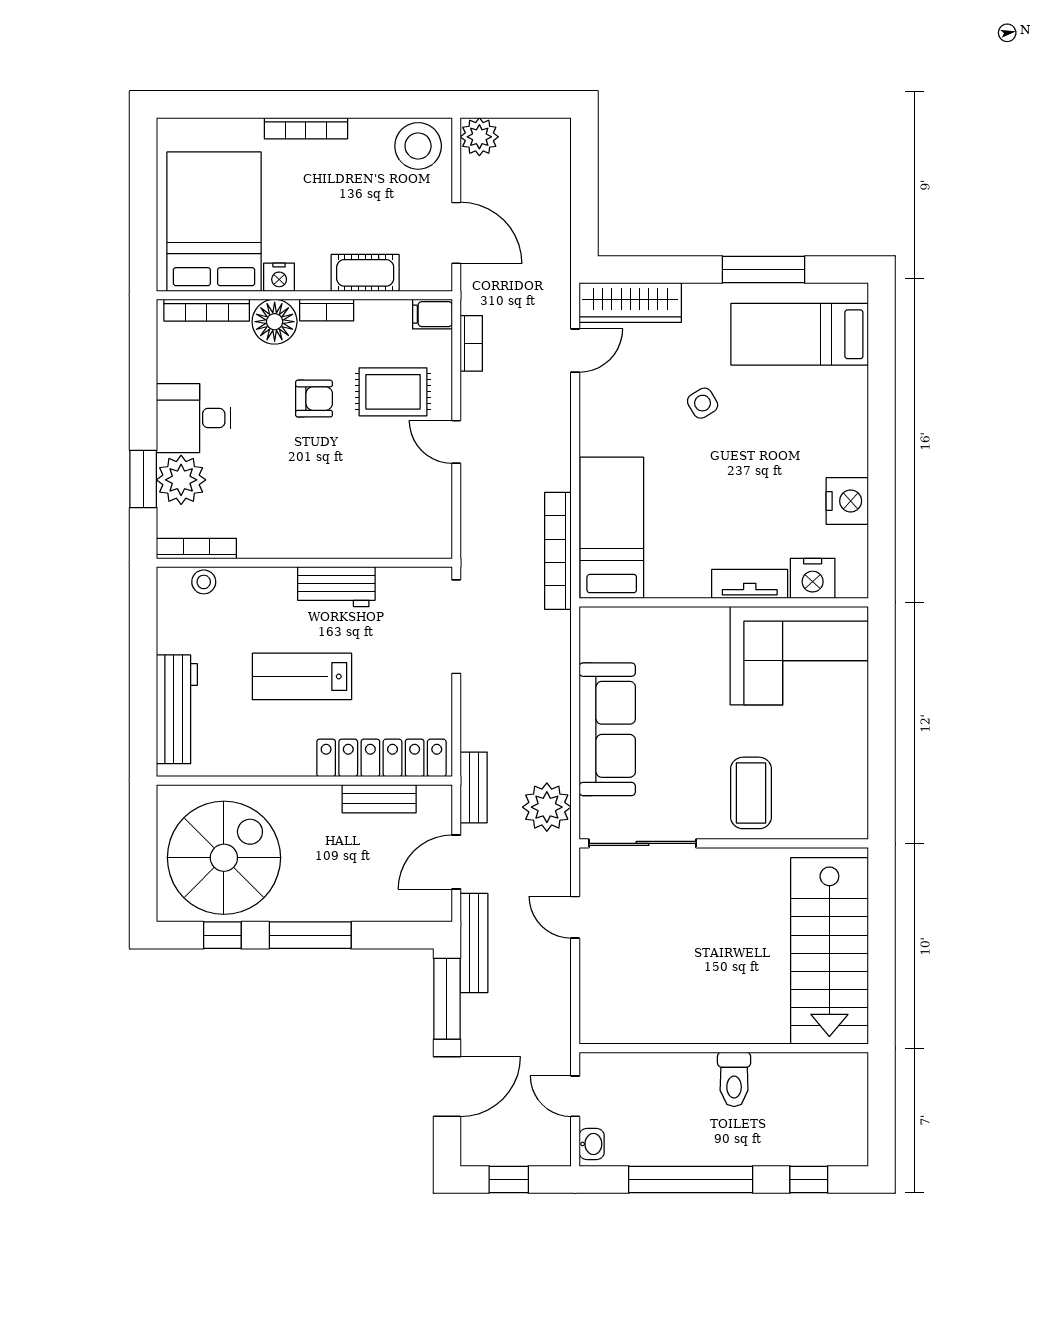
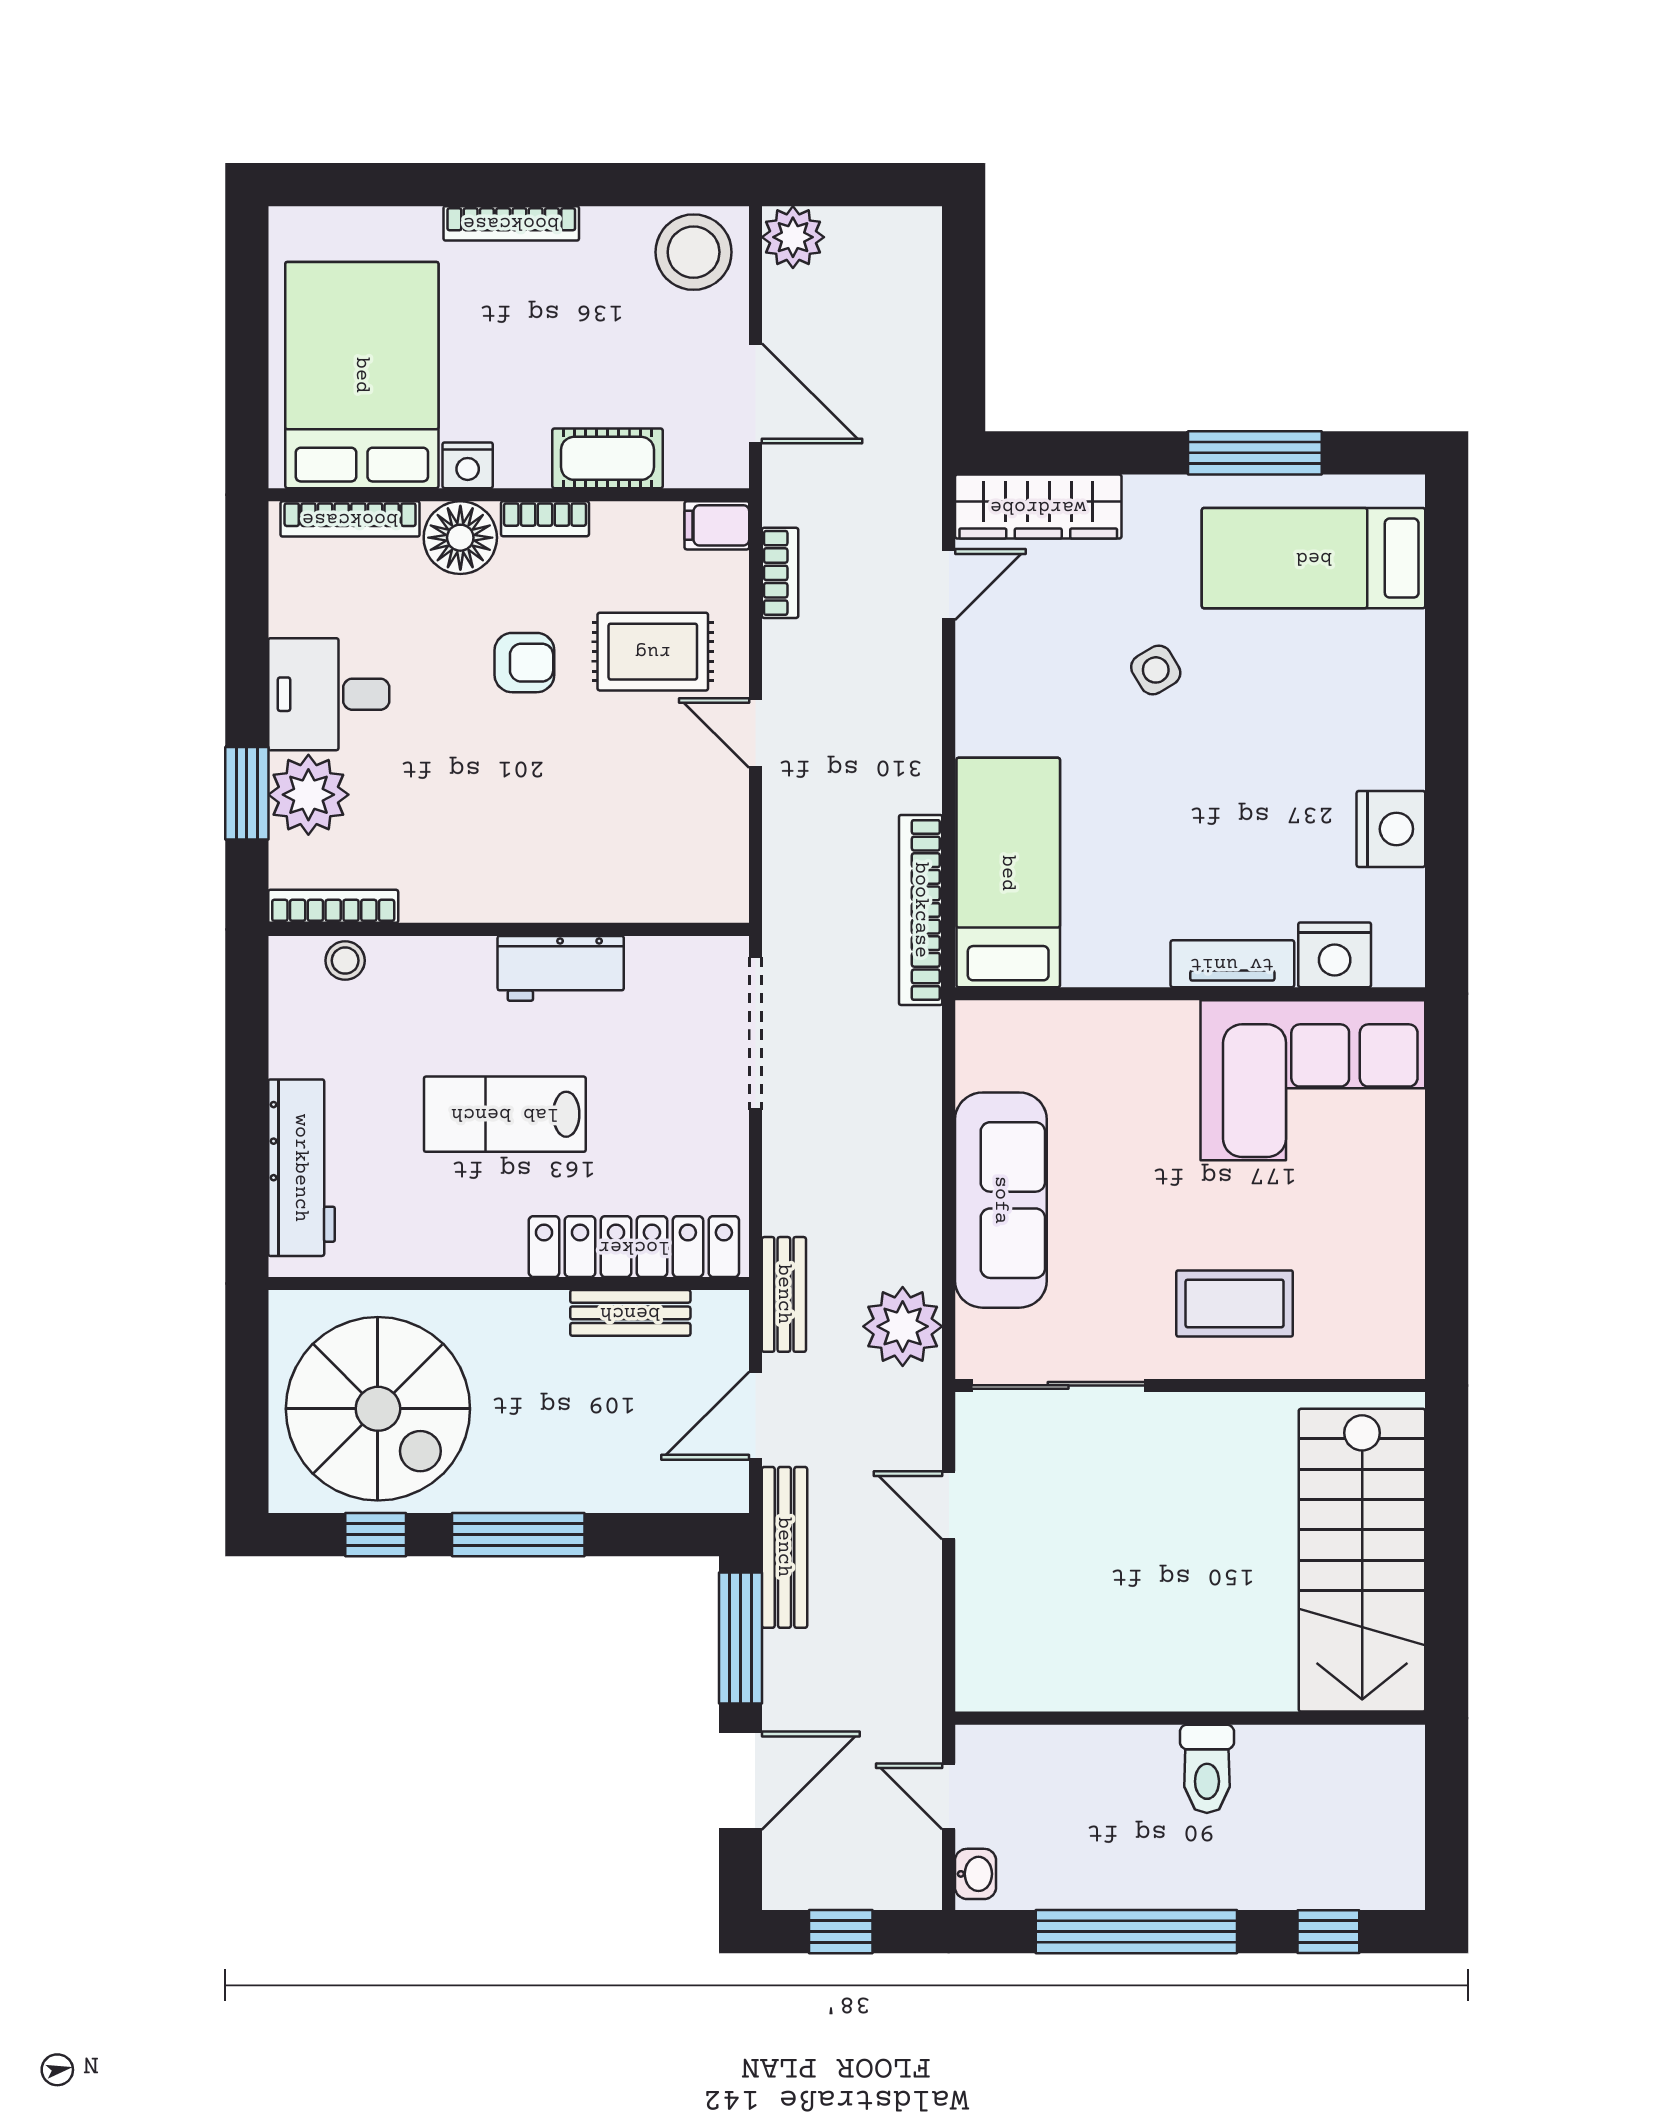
coffee table: (751, 793) -> (1235, 1303), turned 90
spiral stairs: (224, 858) -> (378, 1409), turned 90

